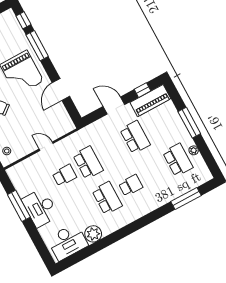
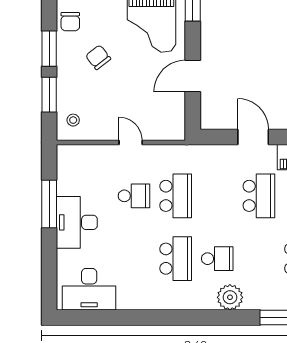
plant: (93, 234) -> (230, 297), moved

